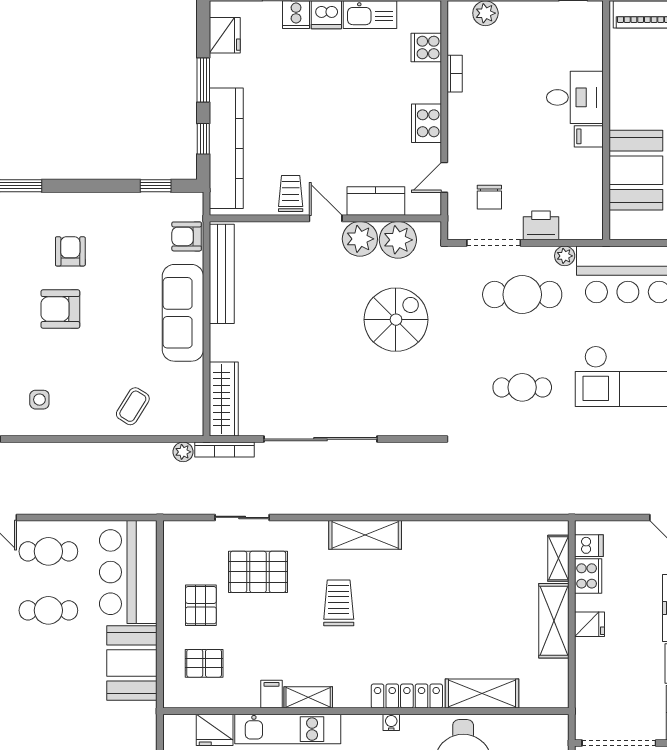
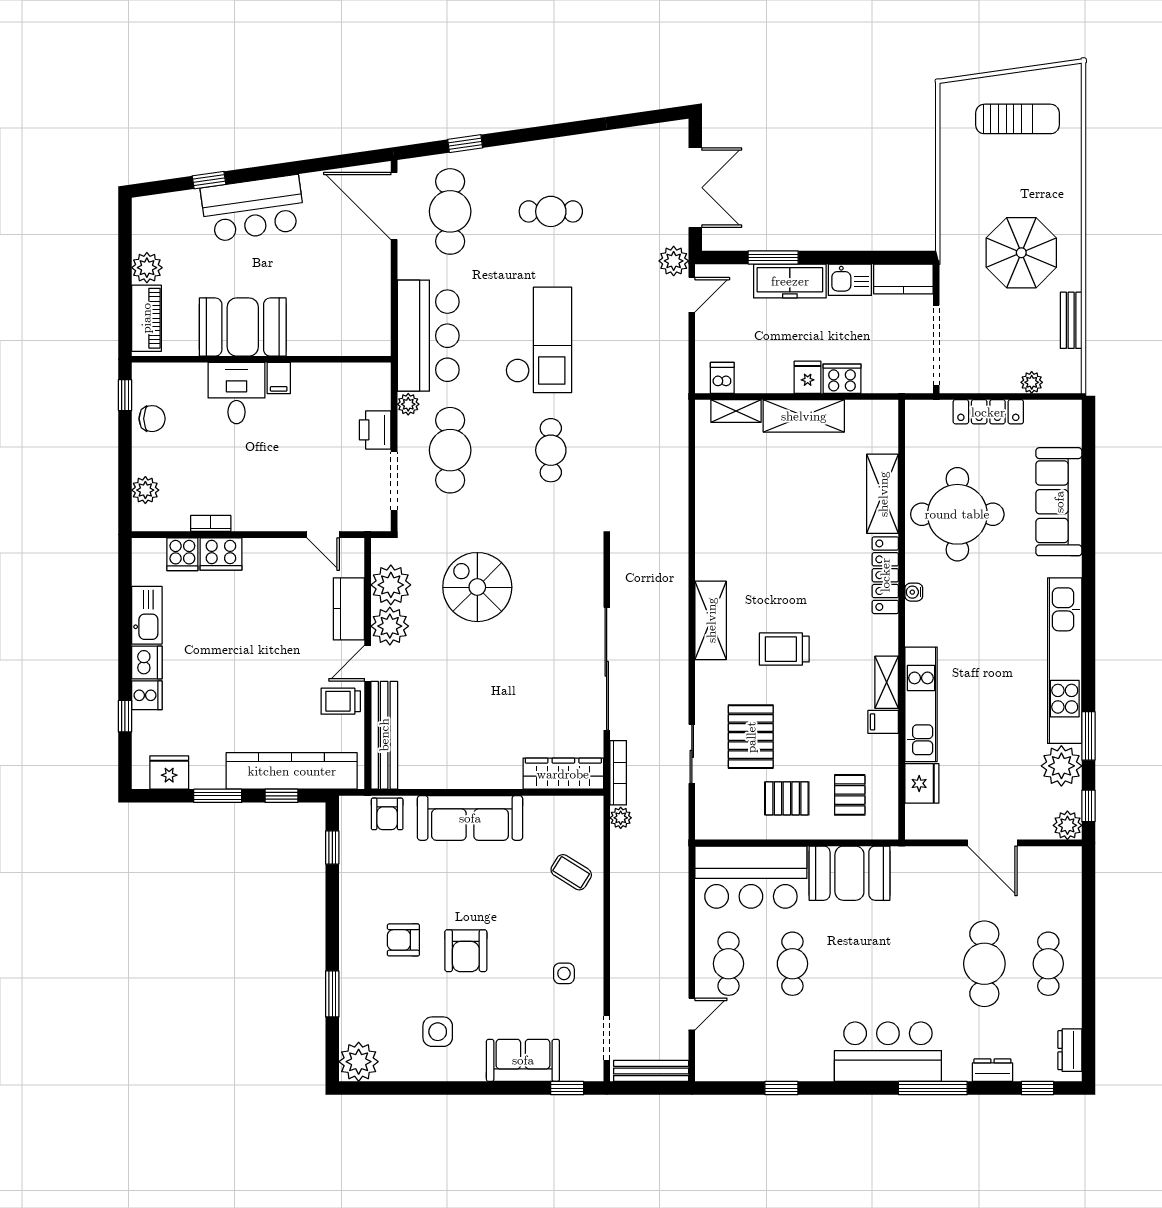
cooker: (426, 123) -> (221, 554), moved
booth: (636, 170) -> (243, 327), moved
chair: (489, 197) -> (152, 419), moved
bench: (222, 274) -> (384, 735), moved, turned 90
cooker: (588, 576) -> (842, 379), moved

